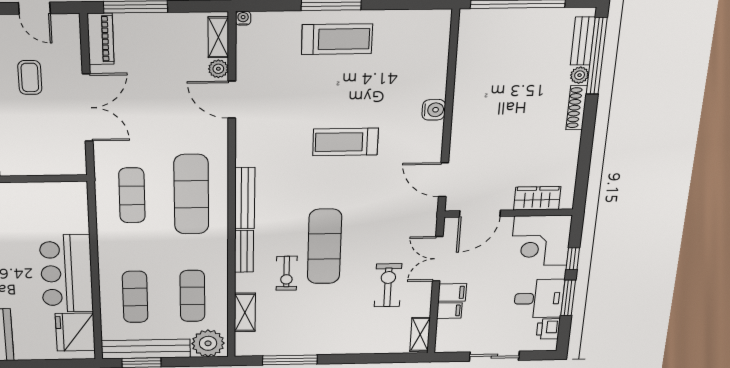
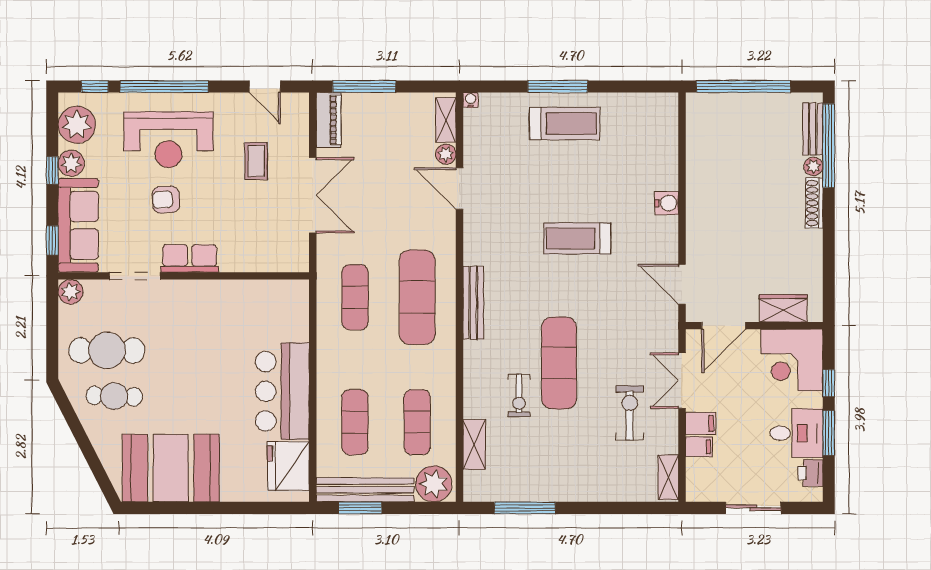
bench: (244, 251) -> (473, 367), removed

